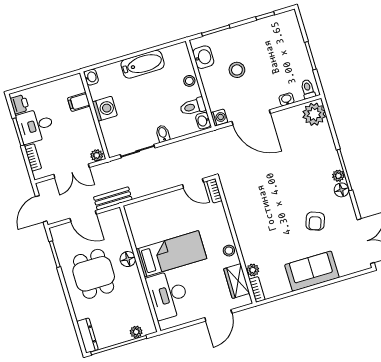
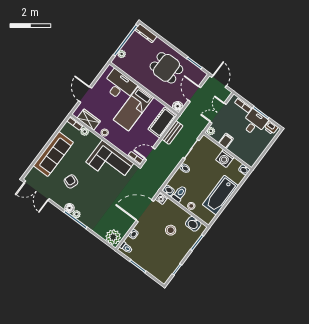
bathtub: (143, 64) -> (220, 195), width x1.36, depth x1.36
filing cabinet: (79, 102) -> (226, 141), moved
bench: (113, 198) -> (172, 132), moved
corner sofa: (250, 209) -> (110, 163), added
cot: (149, 210) -> (162, 122), added
door: (83, 216) -> (194, 94), hinge flipped
floor lamp: (128, 259) -> (178, 106), moved
sofa: (312, 271) -> (53, 154), width x1.36

